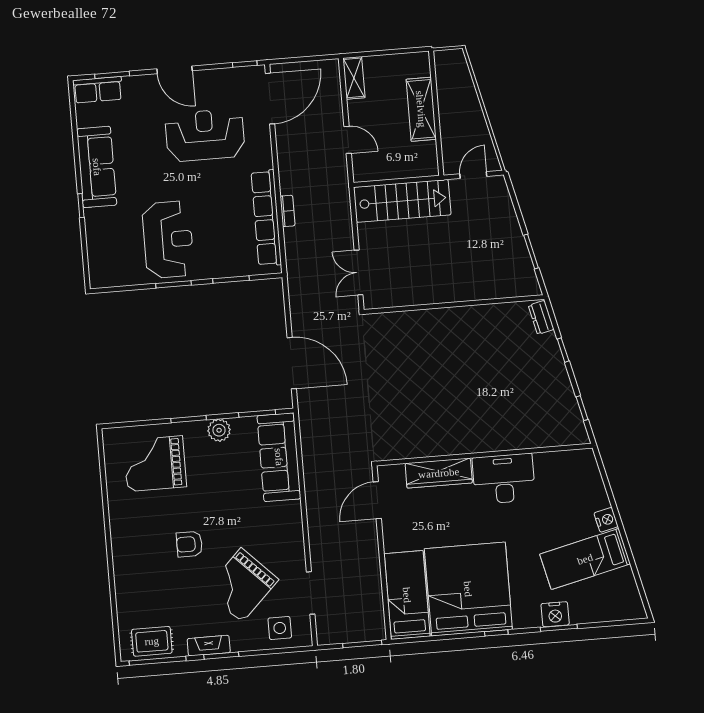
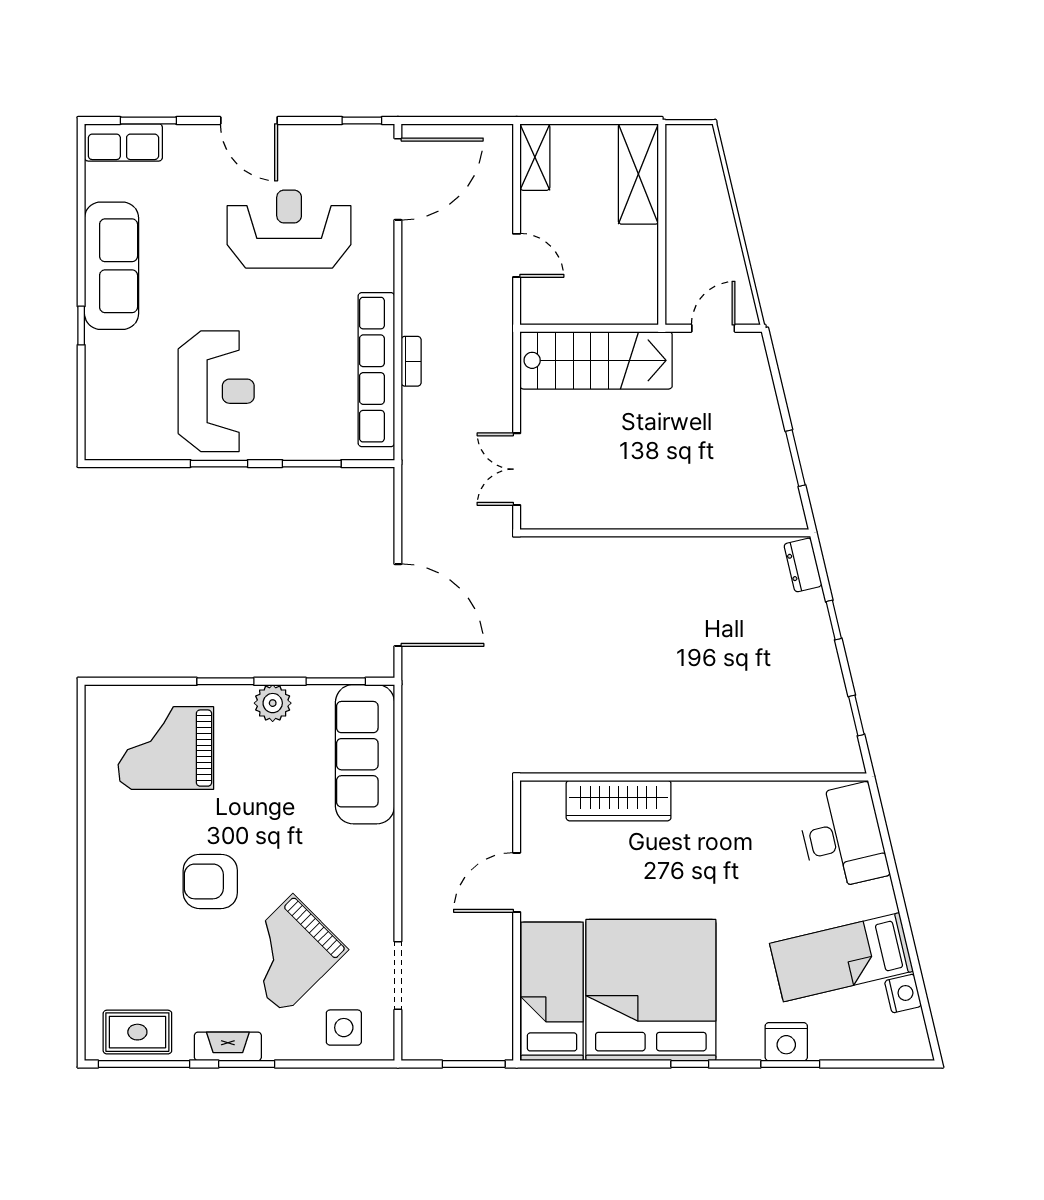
shelving: (421, 109) -> (638, 174), moved
desk: (504, 479) -> (843, 837), moved, turned 77
door: (377, 500) -> (517, 882), moved
nightstand: (606, 520) -> (903, 993), moved
armchair: (189, 544) -> (210, 881), width x1.38, depth x1.38

